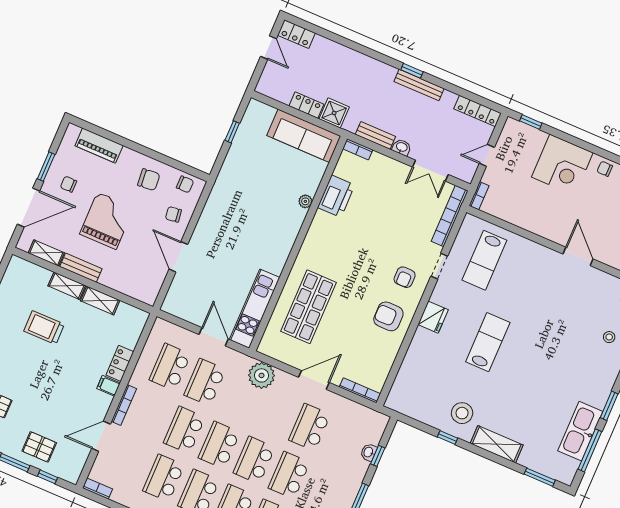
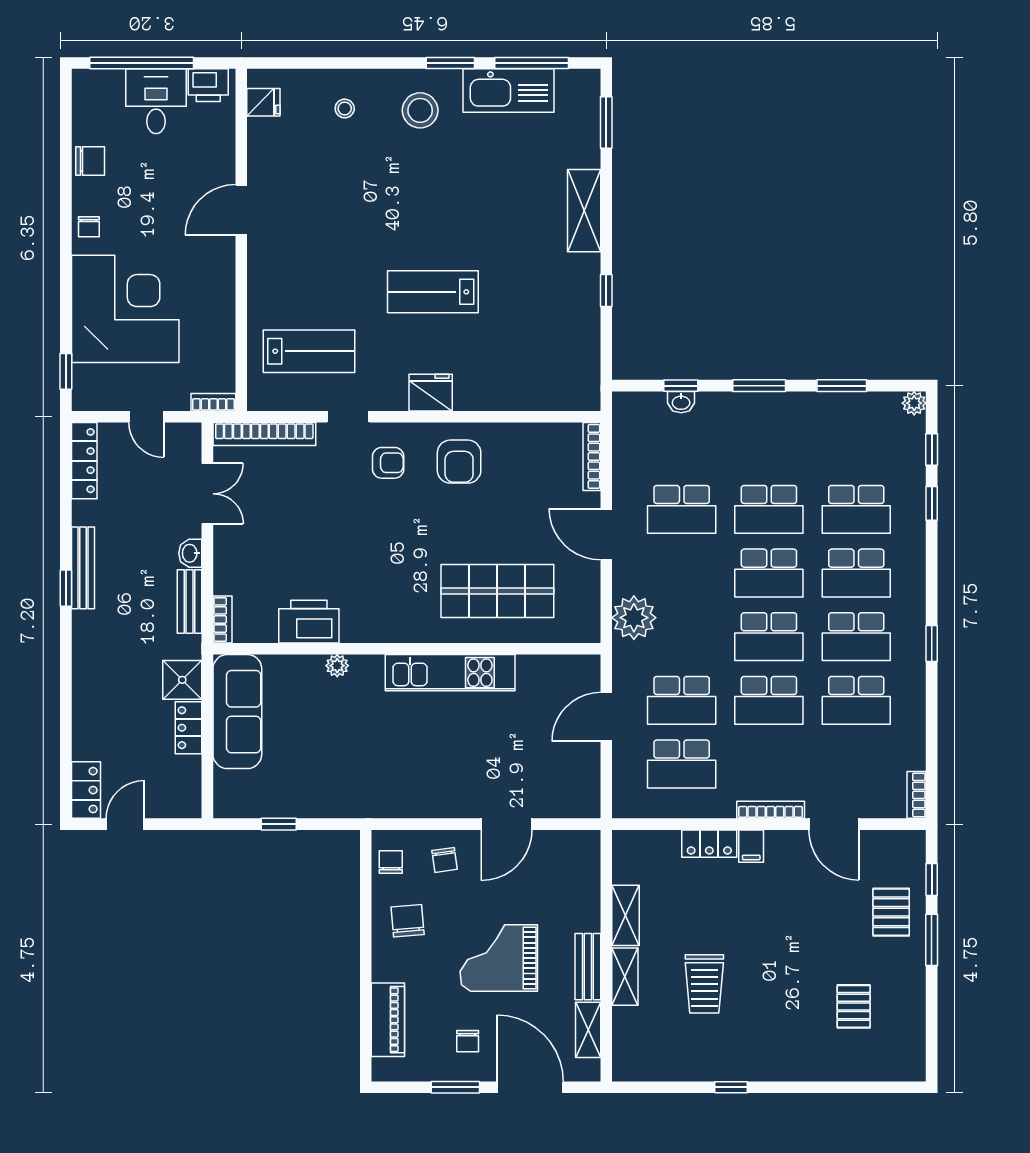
corner desk: (562, 165) -> (125, 309), width x1.36, depth x1.36
kitchen unit: (255, 309) -> (450, 673), moved
stool: (462, 413) -> (420, 110), moved

